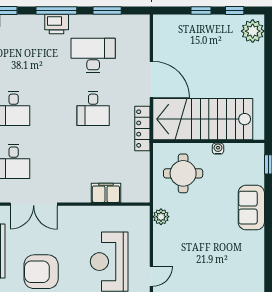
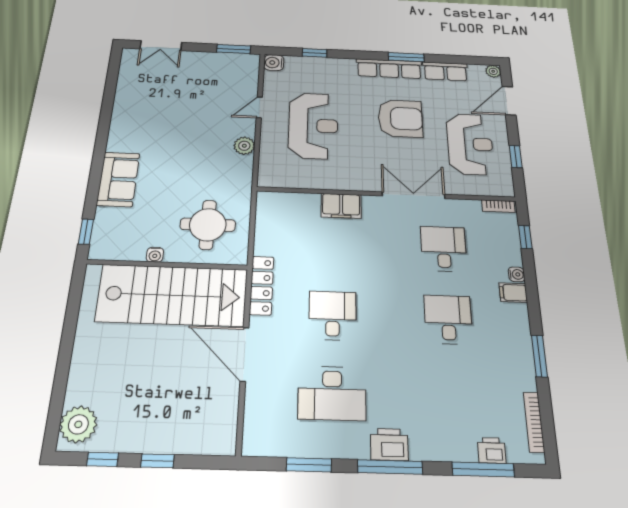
filing cabinet: (106, 193) -> (341, 206), moved
plant: (161, 217) -> (244, 146), moved

